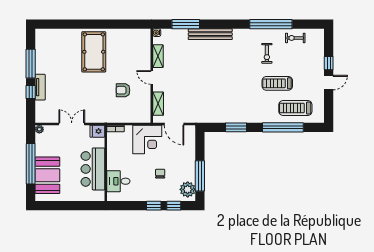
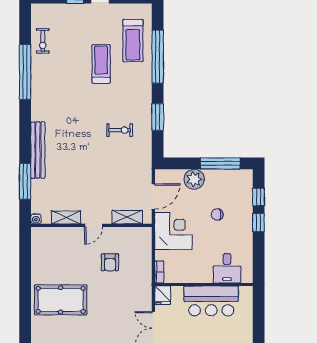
exercise bike: (267, 53) -> (120, 130), moved
treadmill: (277, 83) -> (101, 64), turned 180
plant: (188, 189) -> (194, 179), moved

